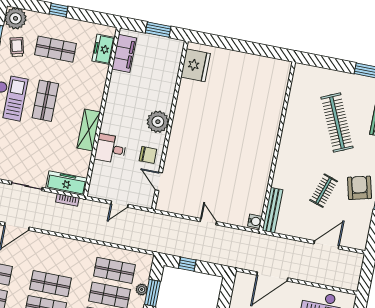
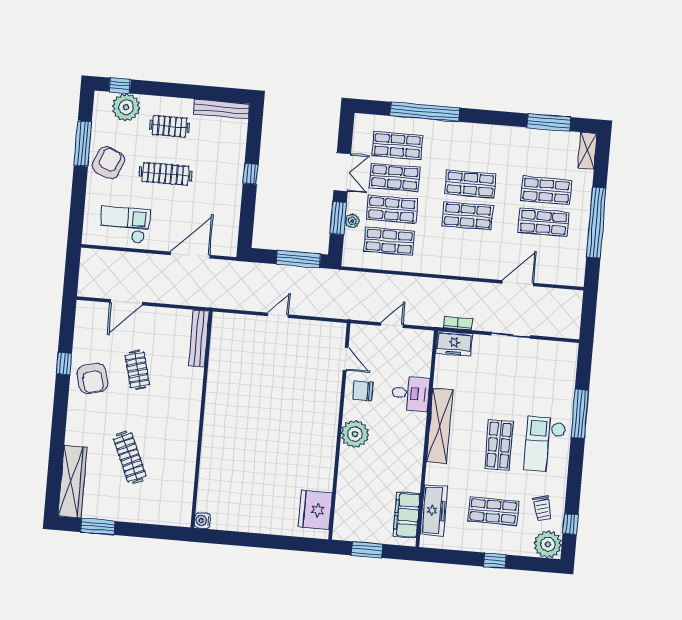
freezer: (103, 49) -> (434, 511), width x1.40
clothes rail: (337, 123) -> (130, 457), width x0.73, depth x0.76
shelving: (89, 130) -> (440, 426), width x1.47
freezer: (67, 183) -> (454, 344), width x0.71
clothes rail: (324, 191) -> (137, 370), turned -33
water cooler: (255, 221) -> (202, 521), moved
door: (208, 222) -> (278, 315), swing flipped
window: (187, 264) -> (298, 259), width x2.17

